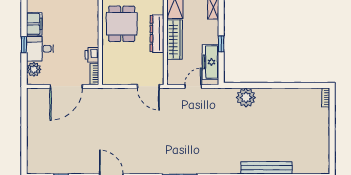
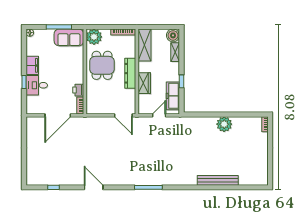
wardrobe: (174, 39) -> (144, 83), width x0.67
plant: (34, 69) -> (32, 102), removed
plant: (246, 97) -> (224, 124), moved

